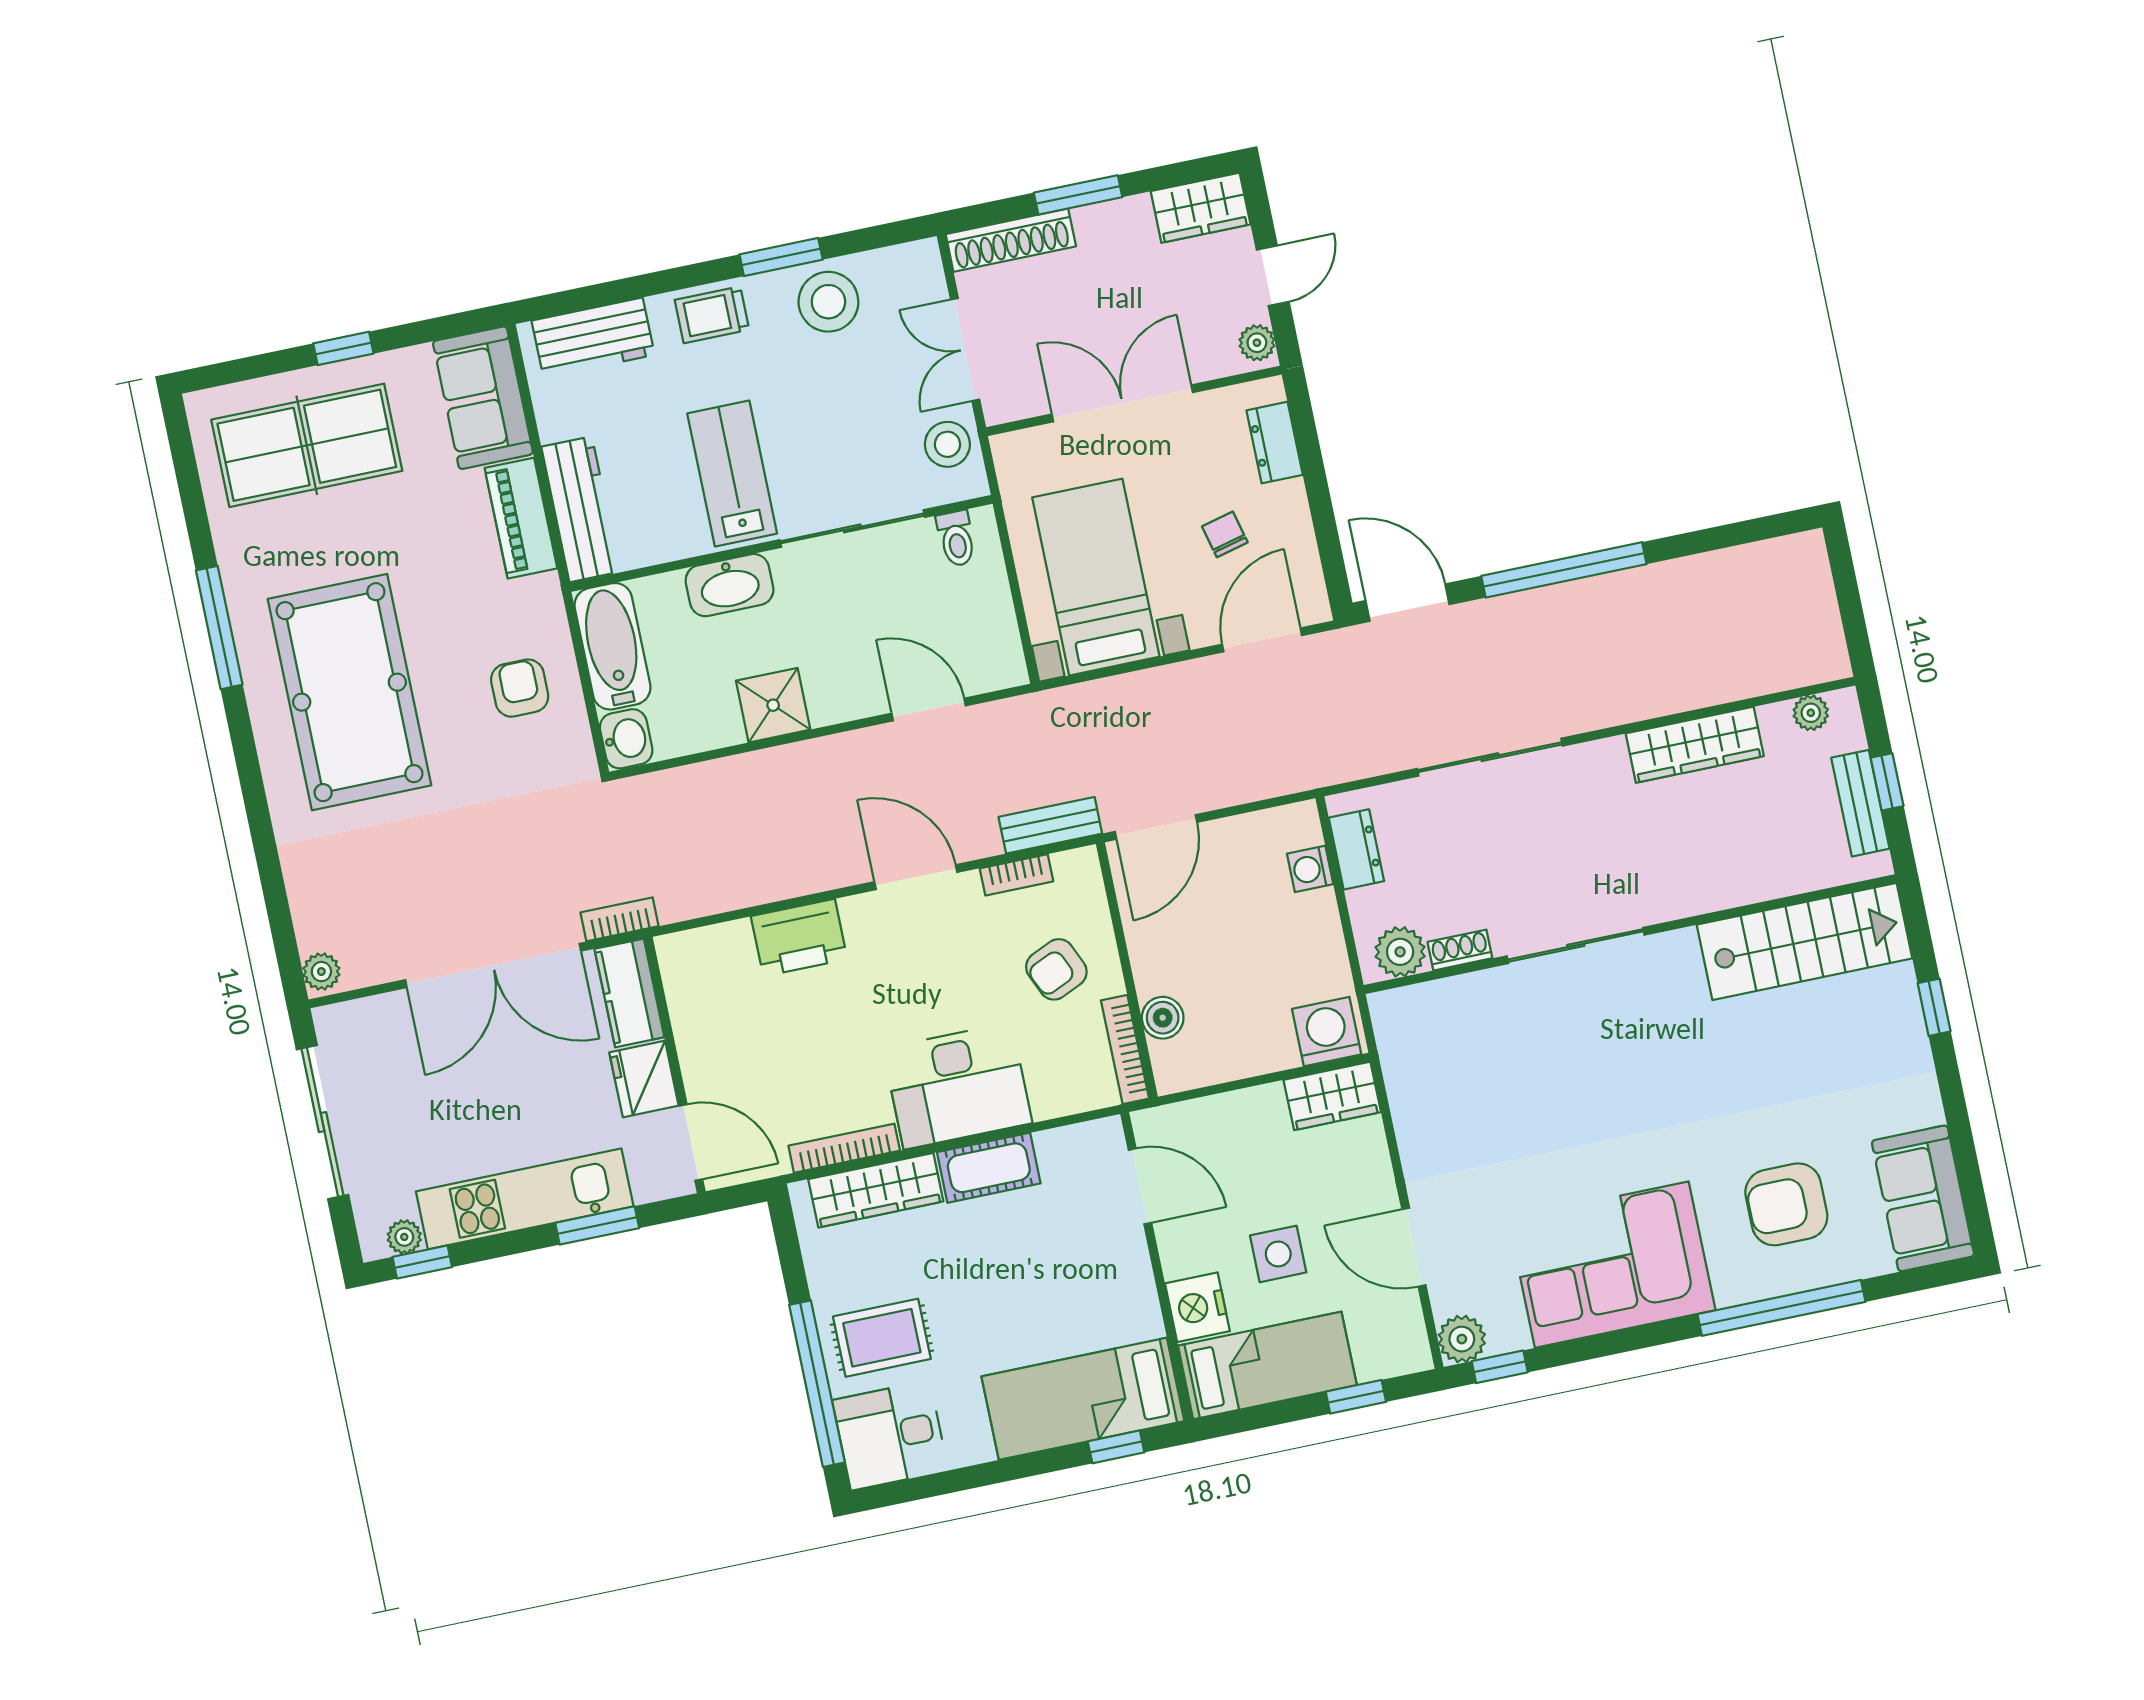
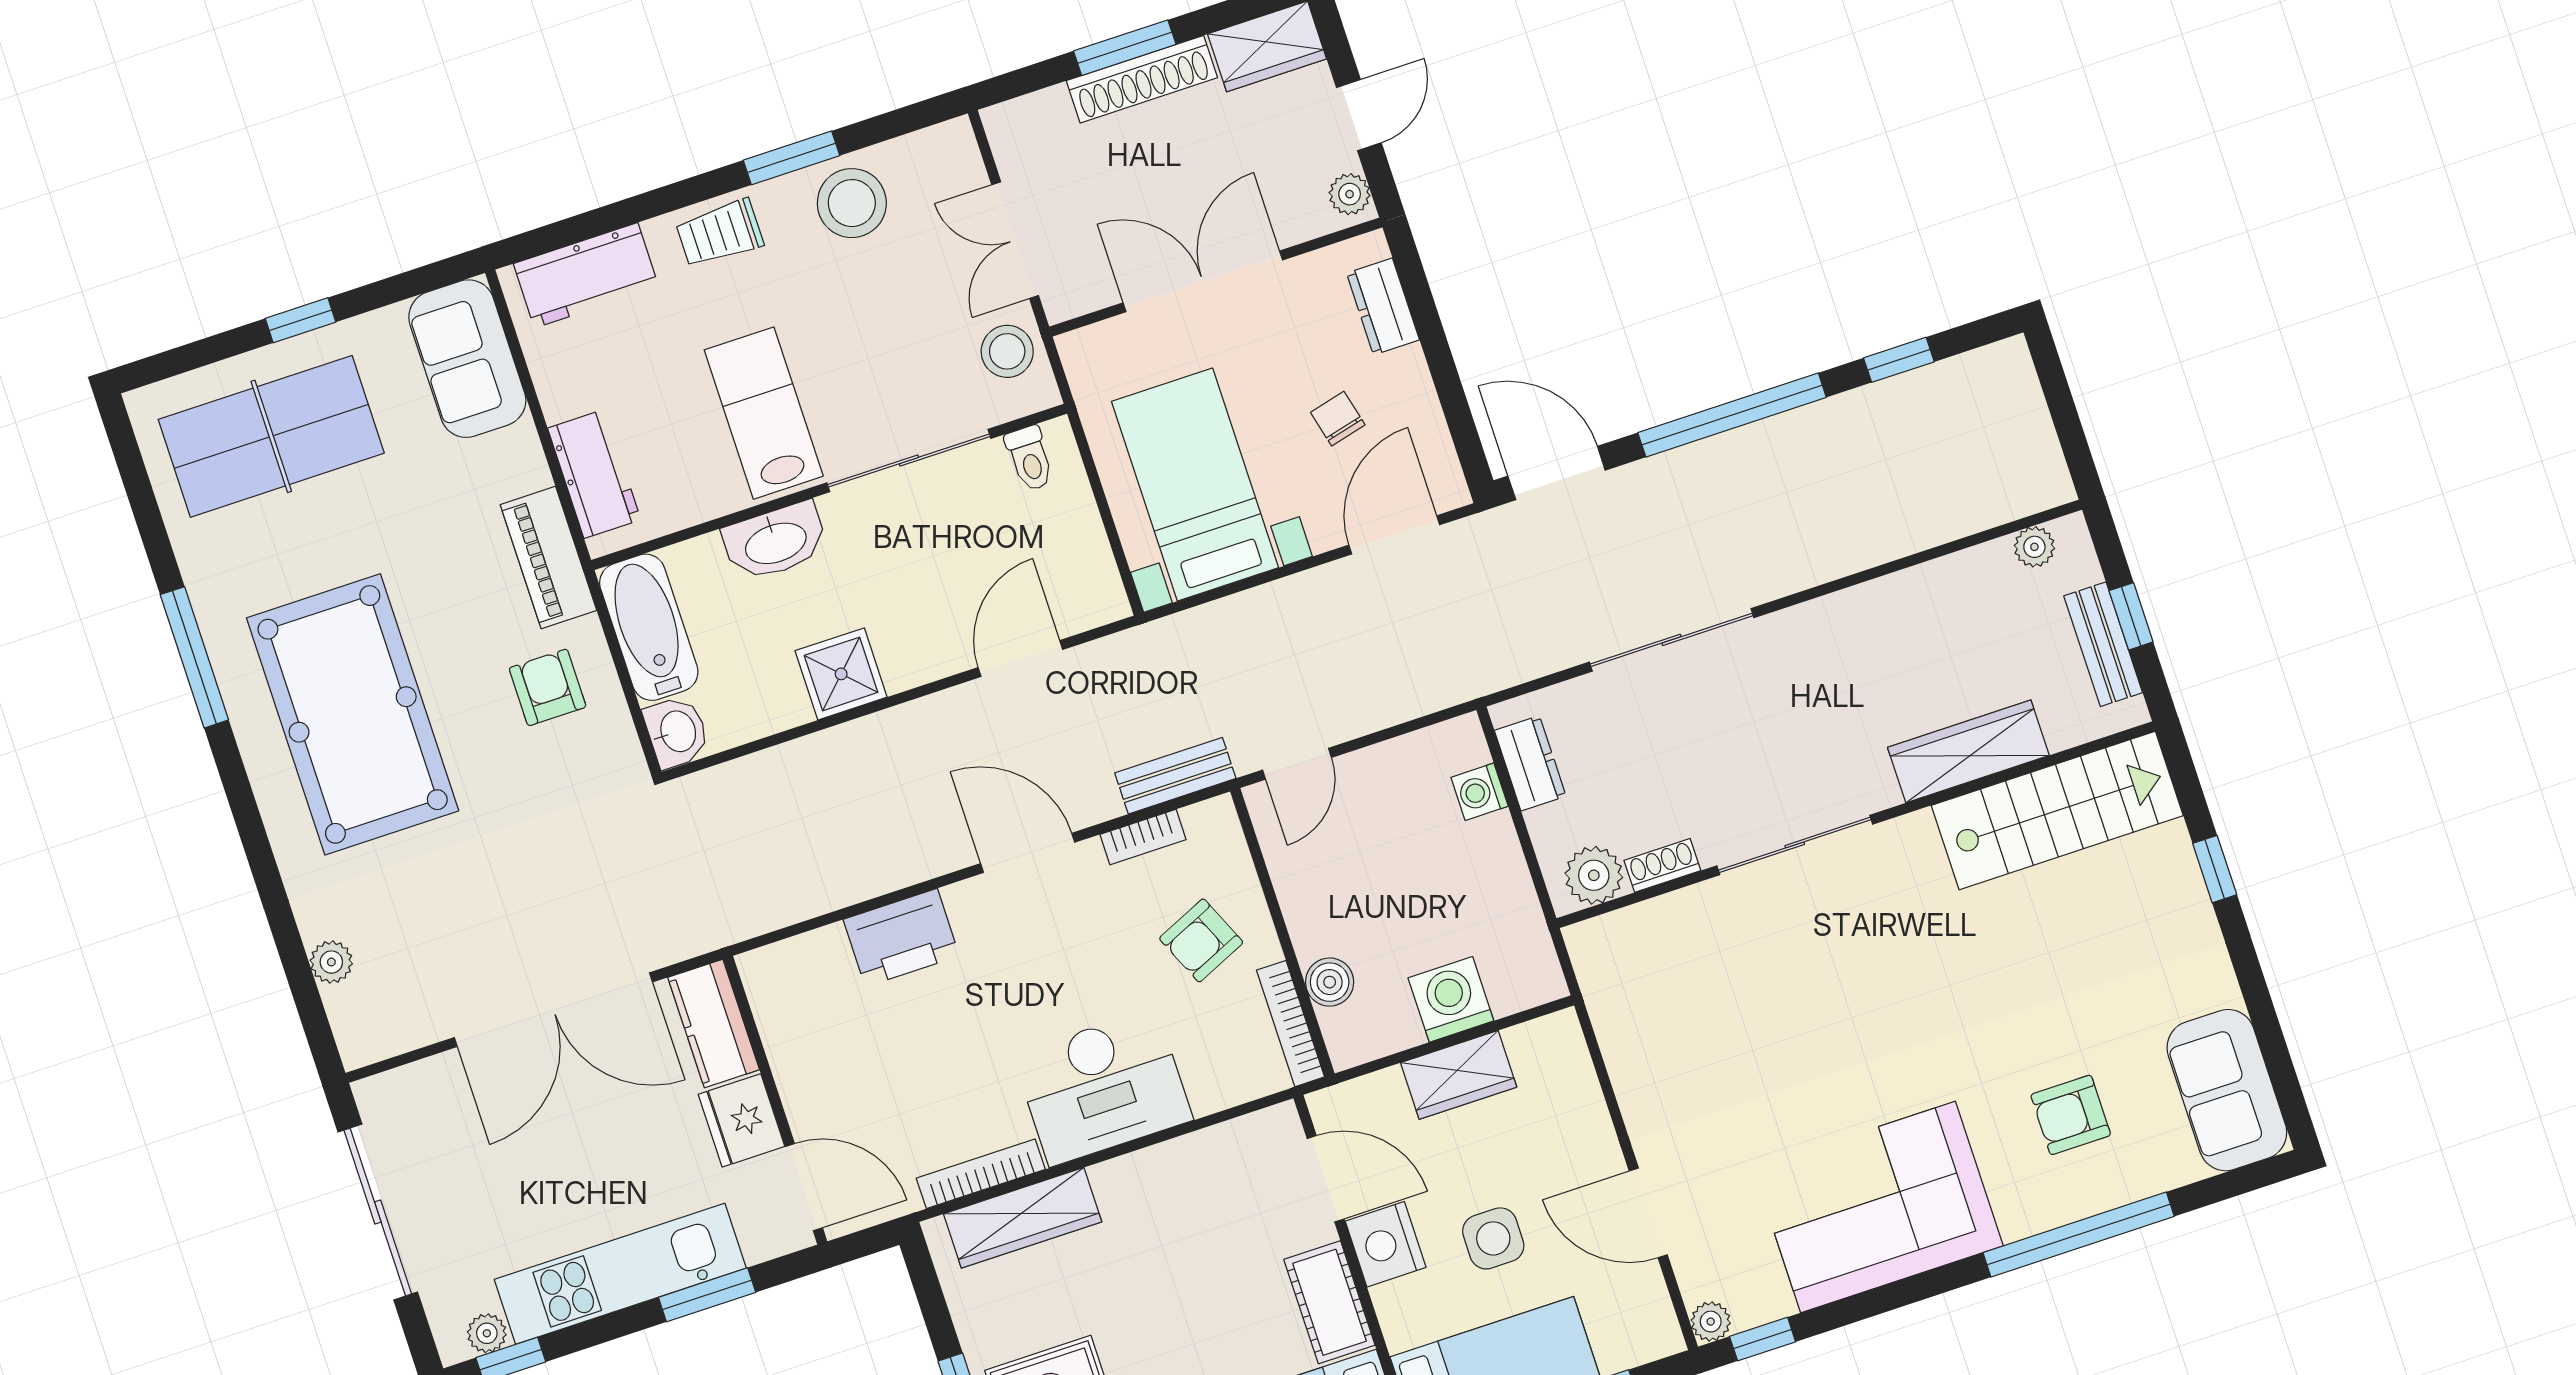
shoe rack: (1011, 240) -> (1142, 79), moved
workbench: (581, 509) -> (594, 474), width x0.73
piano: (521, 518) -> (548, 558), moved
window: (1713, 539) -> (1899, 360), added
door: (929, 709) -> (1020, 659), hinge flipped
wardrobe: (1695, 745) -> (1968, 751), moved, turned 180
door: (1156, 827) -> (1297, 764), width x0.73
bookcase: (620, 919) -> (693, 940), removed
plant: (321, 972) -> (331, 962), moved
washing machine: (1327, 1032) -> (1451, 999), moved
wardrobe: (1332, 1096) -> (1459, 1075), moved
cot: (989, 1168) -> (1329, 1302), moved, turned 90
armchair: (1786, 1204) -> (2071, 1115), width x0.72, depth x0.72
nightstand: (1197, 1307) -> (1386, 1244), moved
plant: (1462, 1339) -> (1711, 1322), width x0.73, depth x0.73

